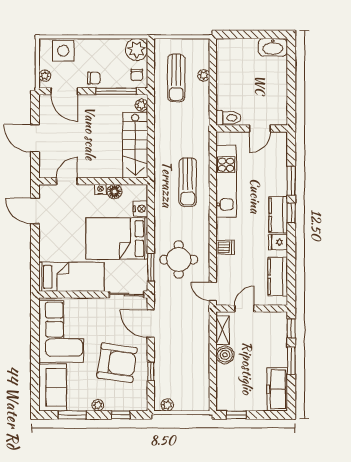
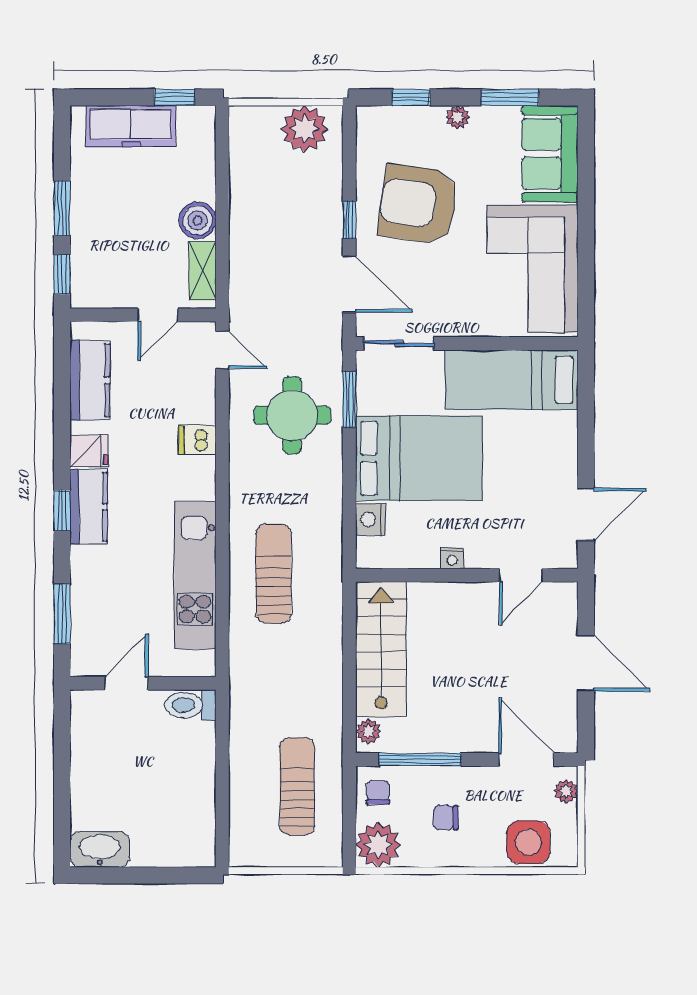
plant: (204, 75) -> (241, 792), removed
chair: (94, 78) -> (446, 818), moved
window: (291, 181) -> (62, 614), moved
floor lamp: (114, 192) -> (423, 554), removed
door: (35, 211) -> (586, 514), hinge flipped
window: (151, 372) -> (349, 220), moved
freezer: (277, 389) -> (131, 126), moved, turned 90
plant: (167, 405) -> (305, 129), width x1.87, depth x1.87

